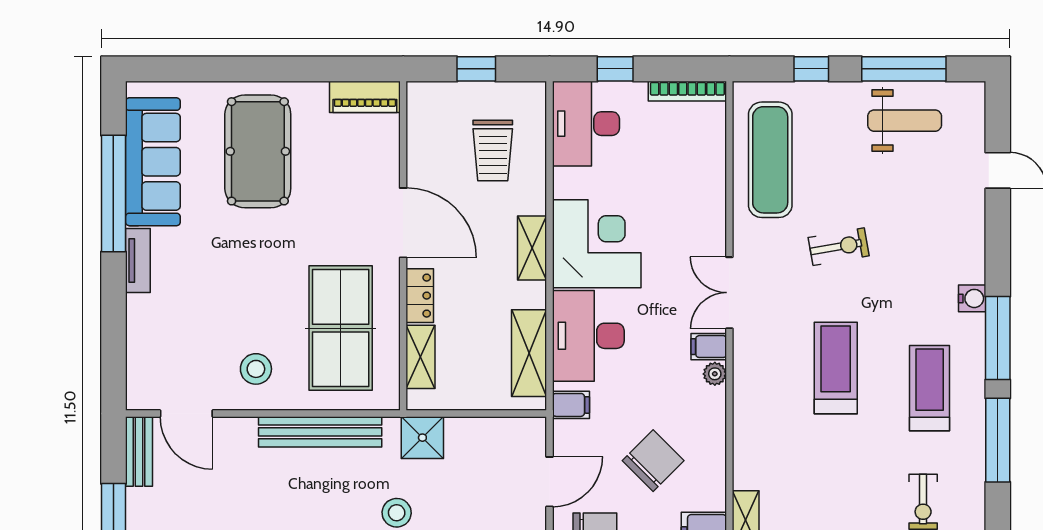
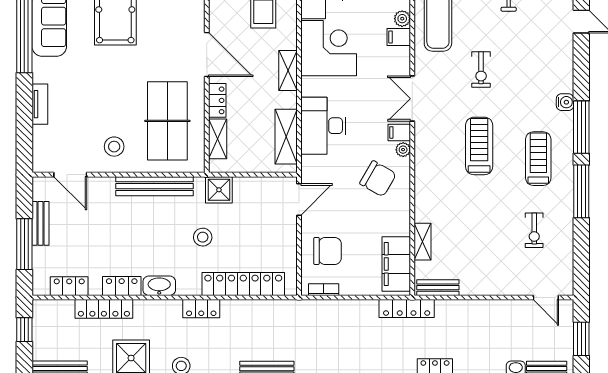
plant: (714, 166) -> (402, 19), added
corner desk: (597, 244) -> (329, 48), moved
exercise bike: (839, 247) -> (481, 70), turned 100
tv unit: (138, 260) -> (40, 104), moved
filing cabinet: (571, 405) -> (399, 37), moved, turned 180
bench: (139, 451) -> (40, 223), moved
chair: (653, 461) -> (378, 179), moved, turned 75
door: (550, 482) -> (299, 200), moved

